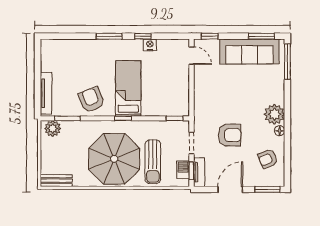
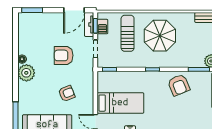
bed: (128, 88) -> (120, 103), moved, turned -90
parasol: (114, 159) -> (160, 36), width x0.73, depth x0.73
armchair: (268, 159) -> (67, 93), moved
door: (230, 189) -> (74, 10), moved

